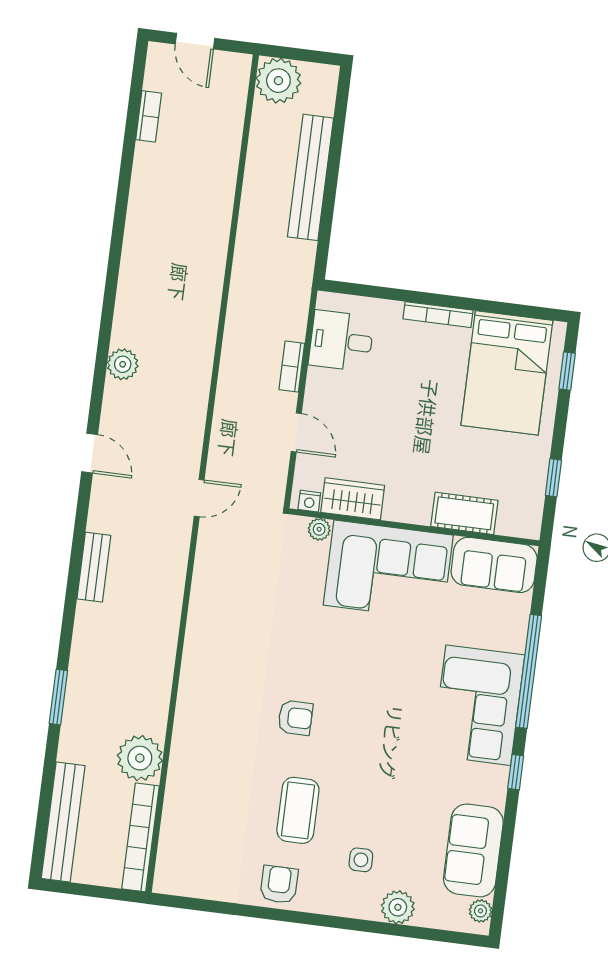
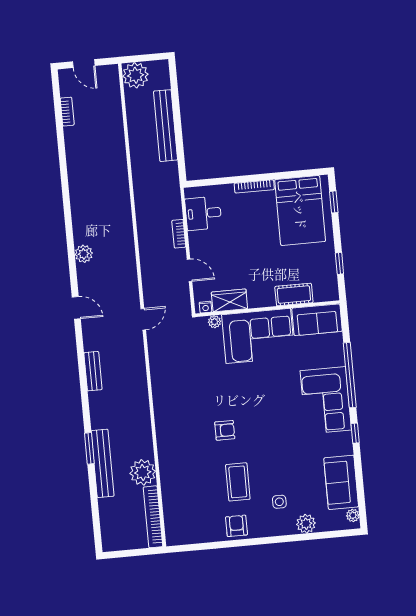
bench: (63, 822) -> (103, 463), moved

